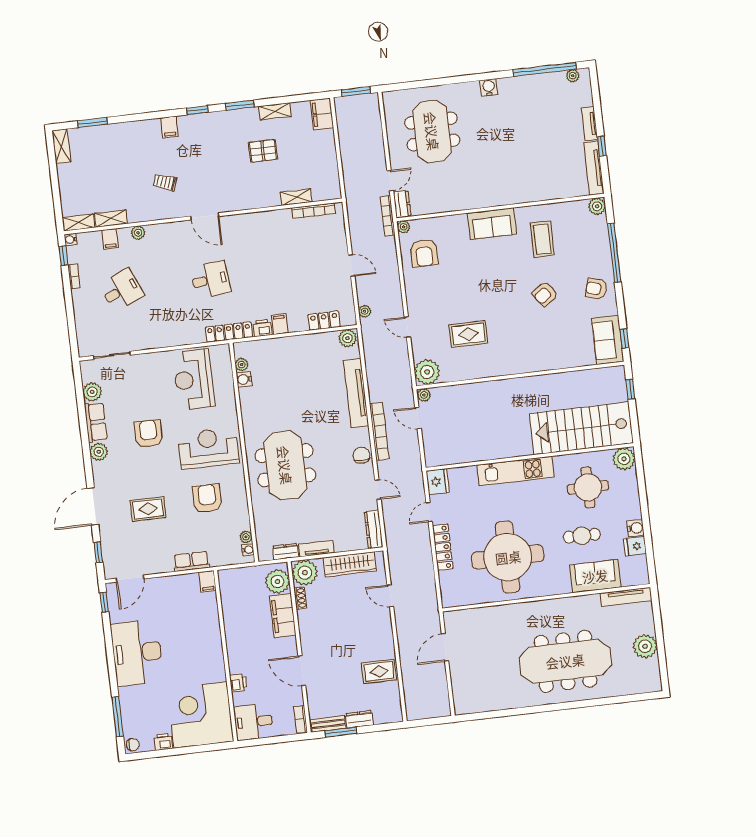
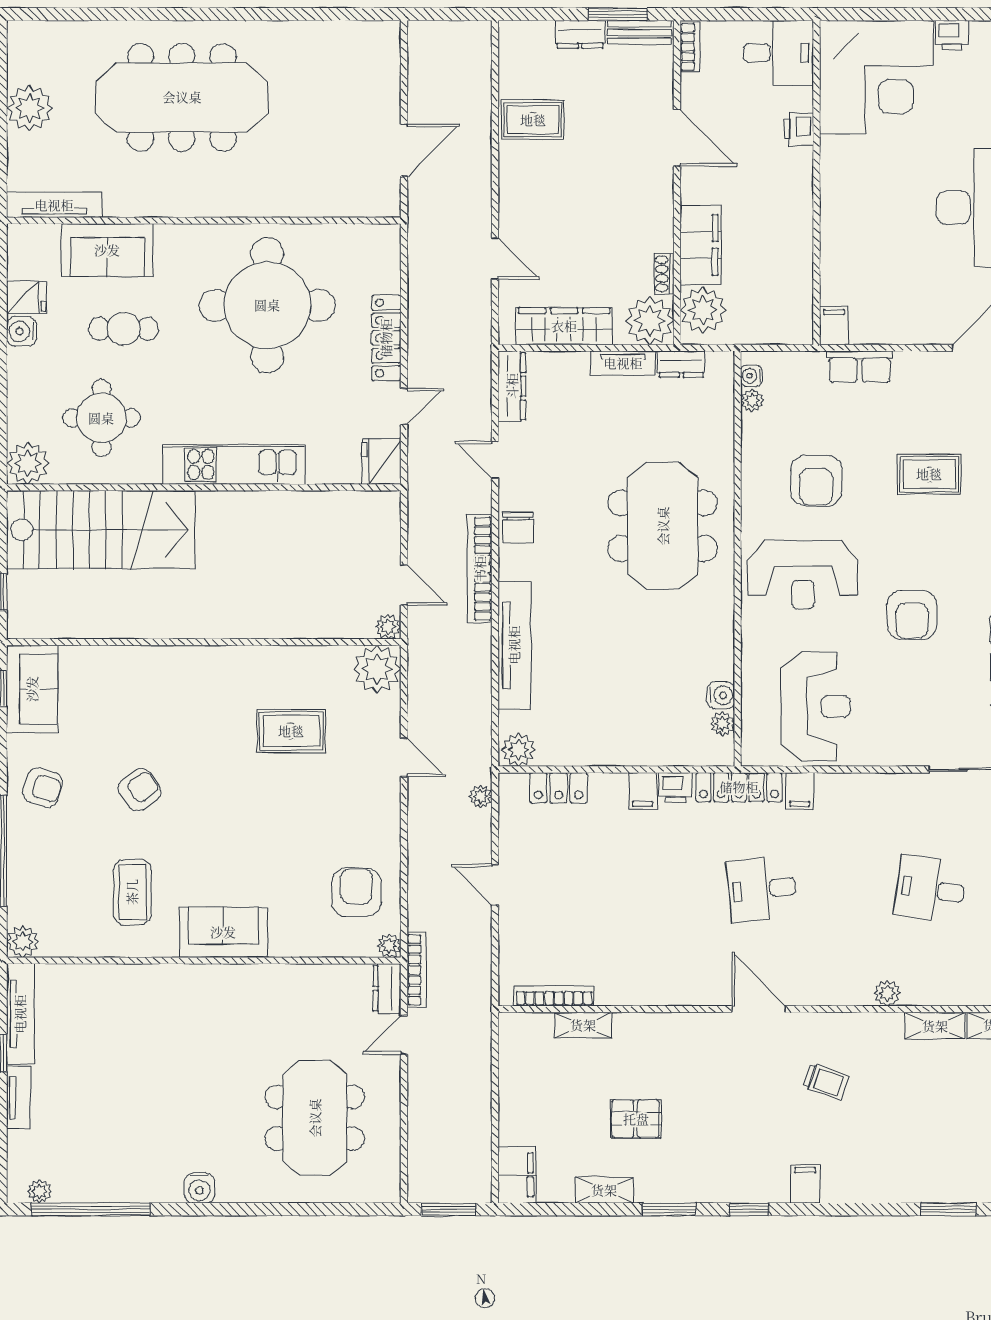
filing cabinet: (110, 239) -> (800, 791), moved, turned 180
desk: (122, 290) -> (930, 889), turned 33

